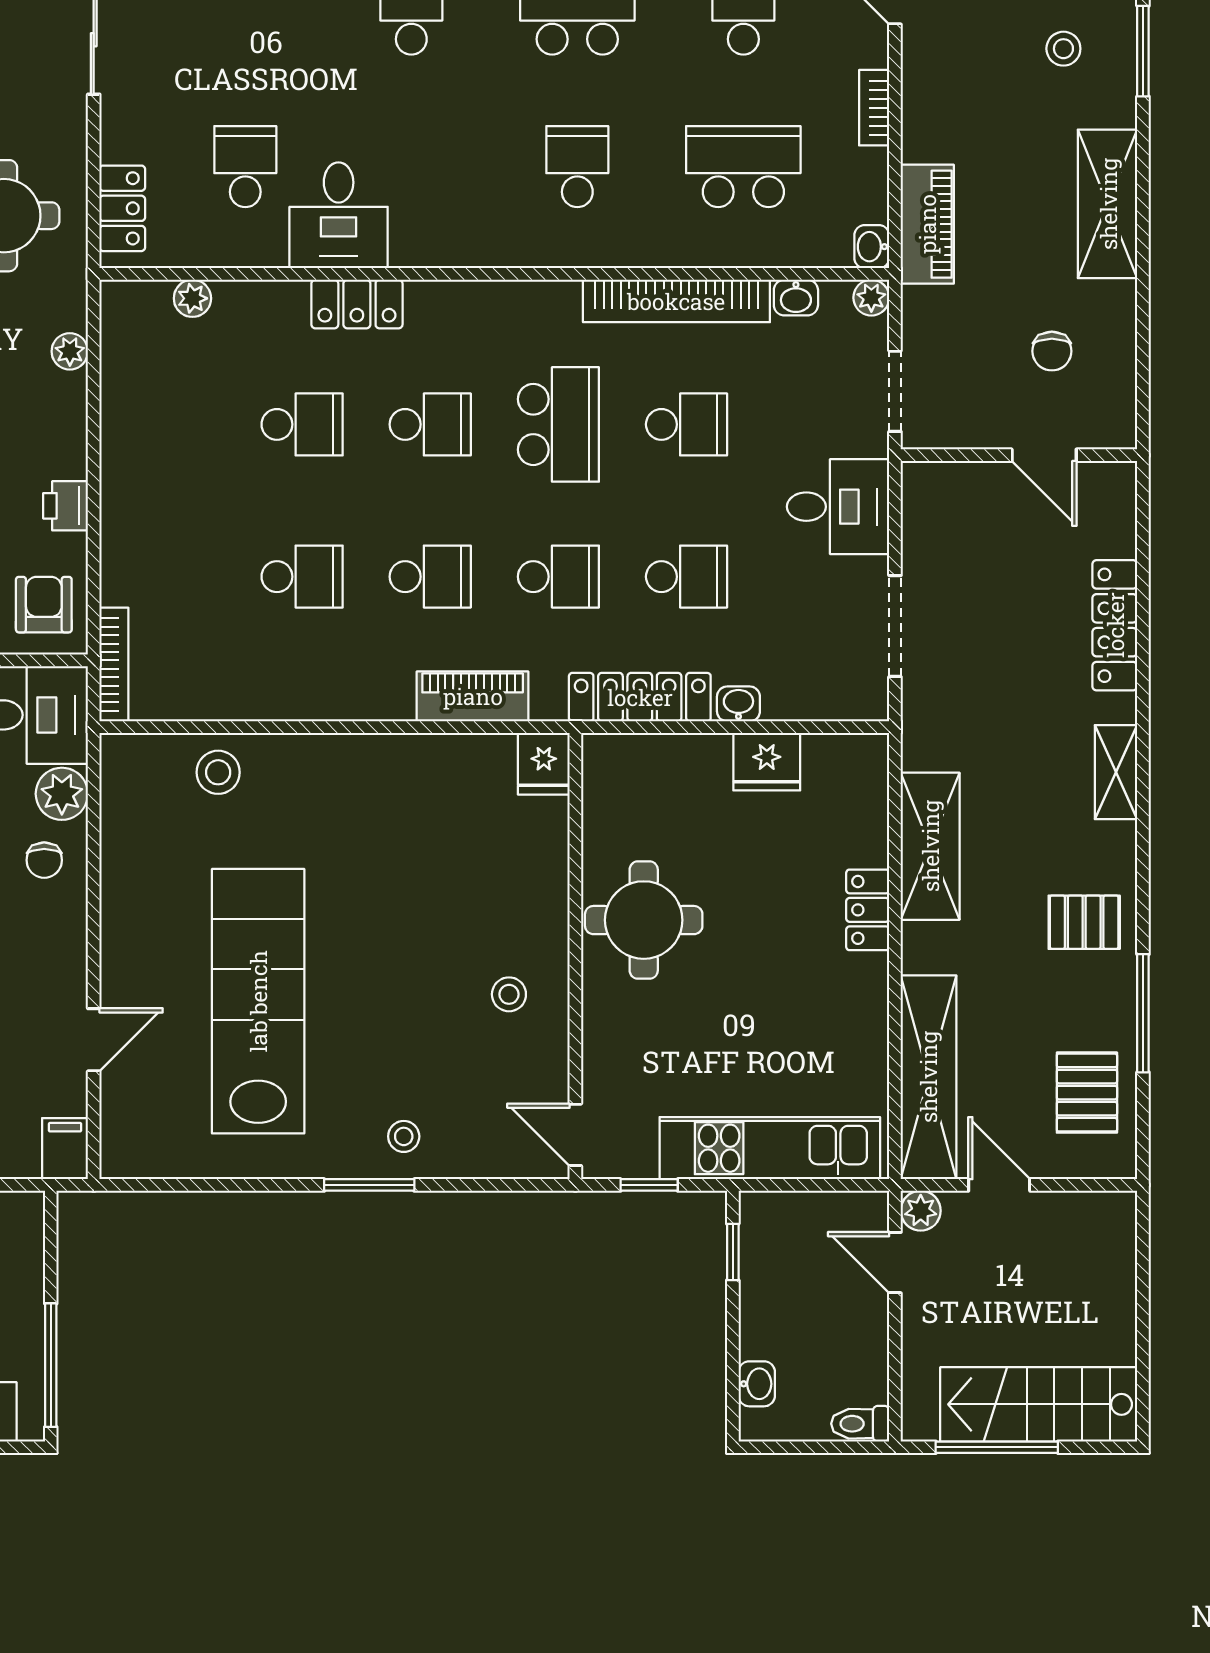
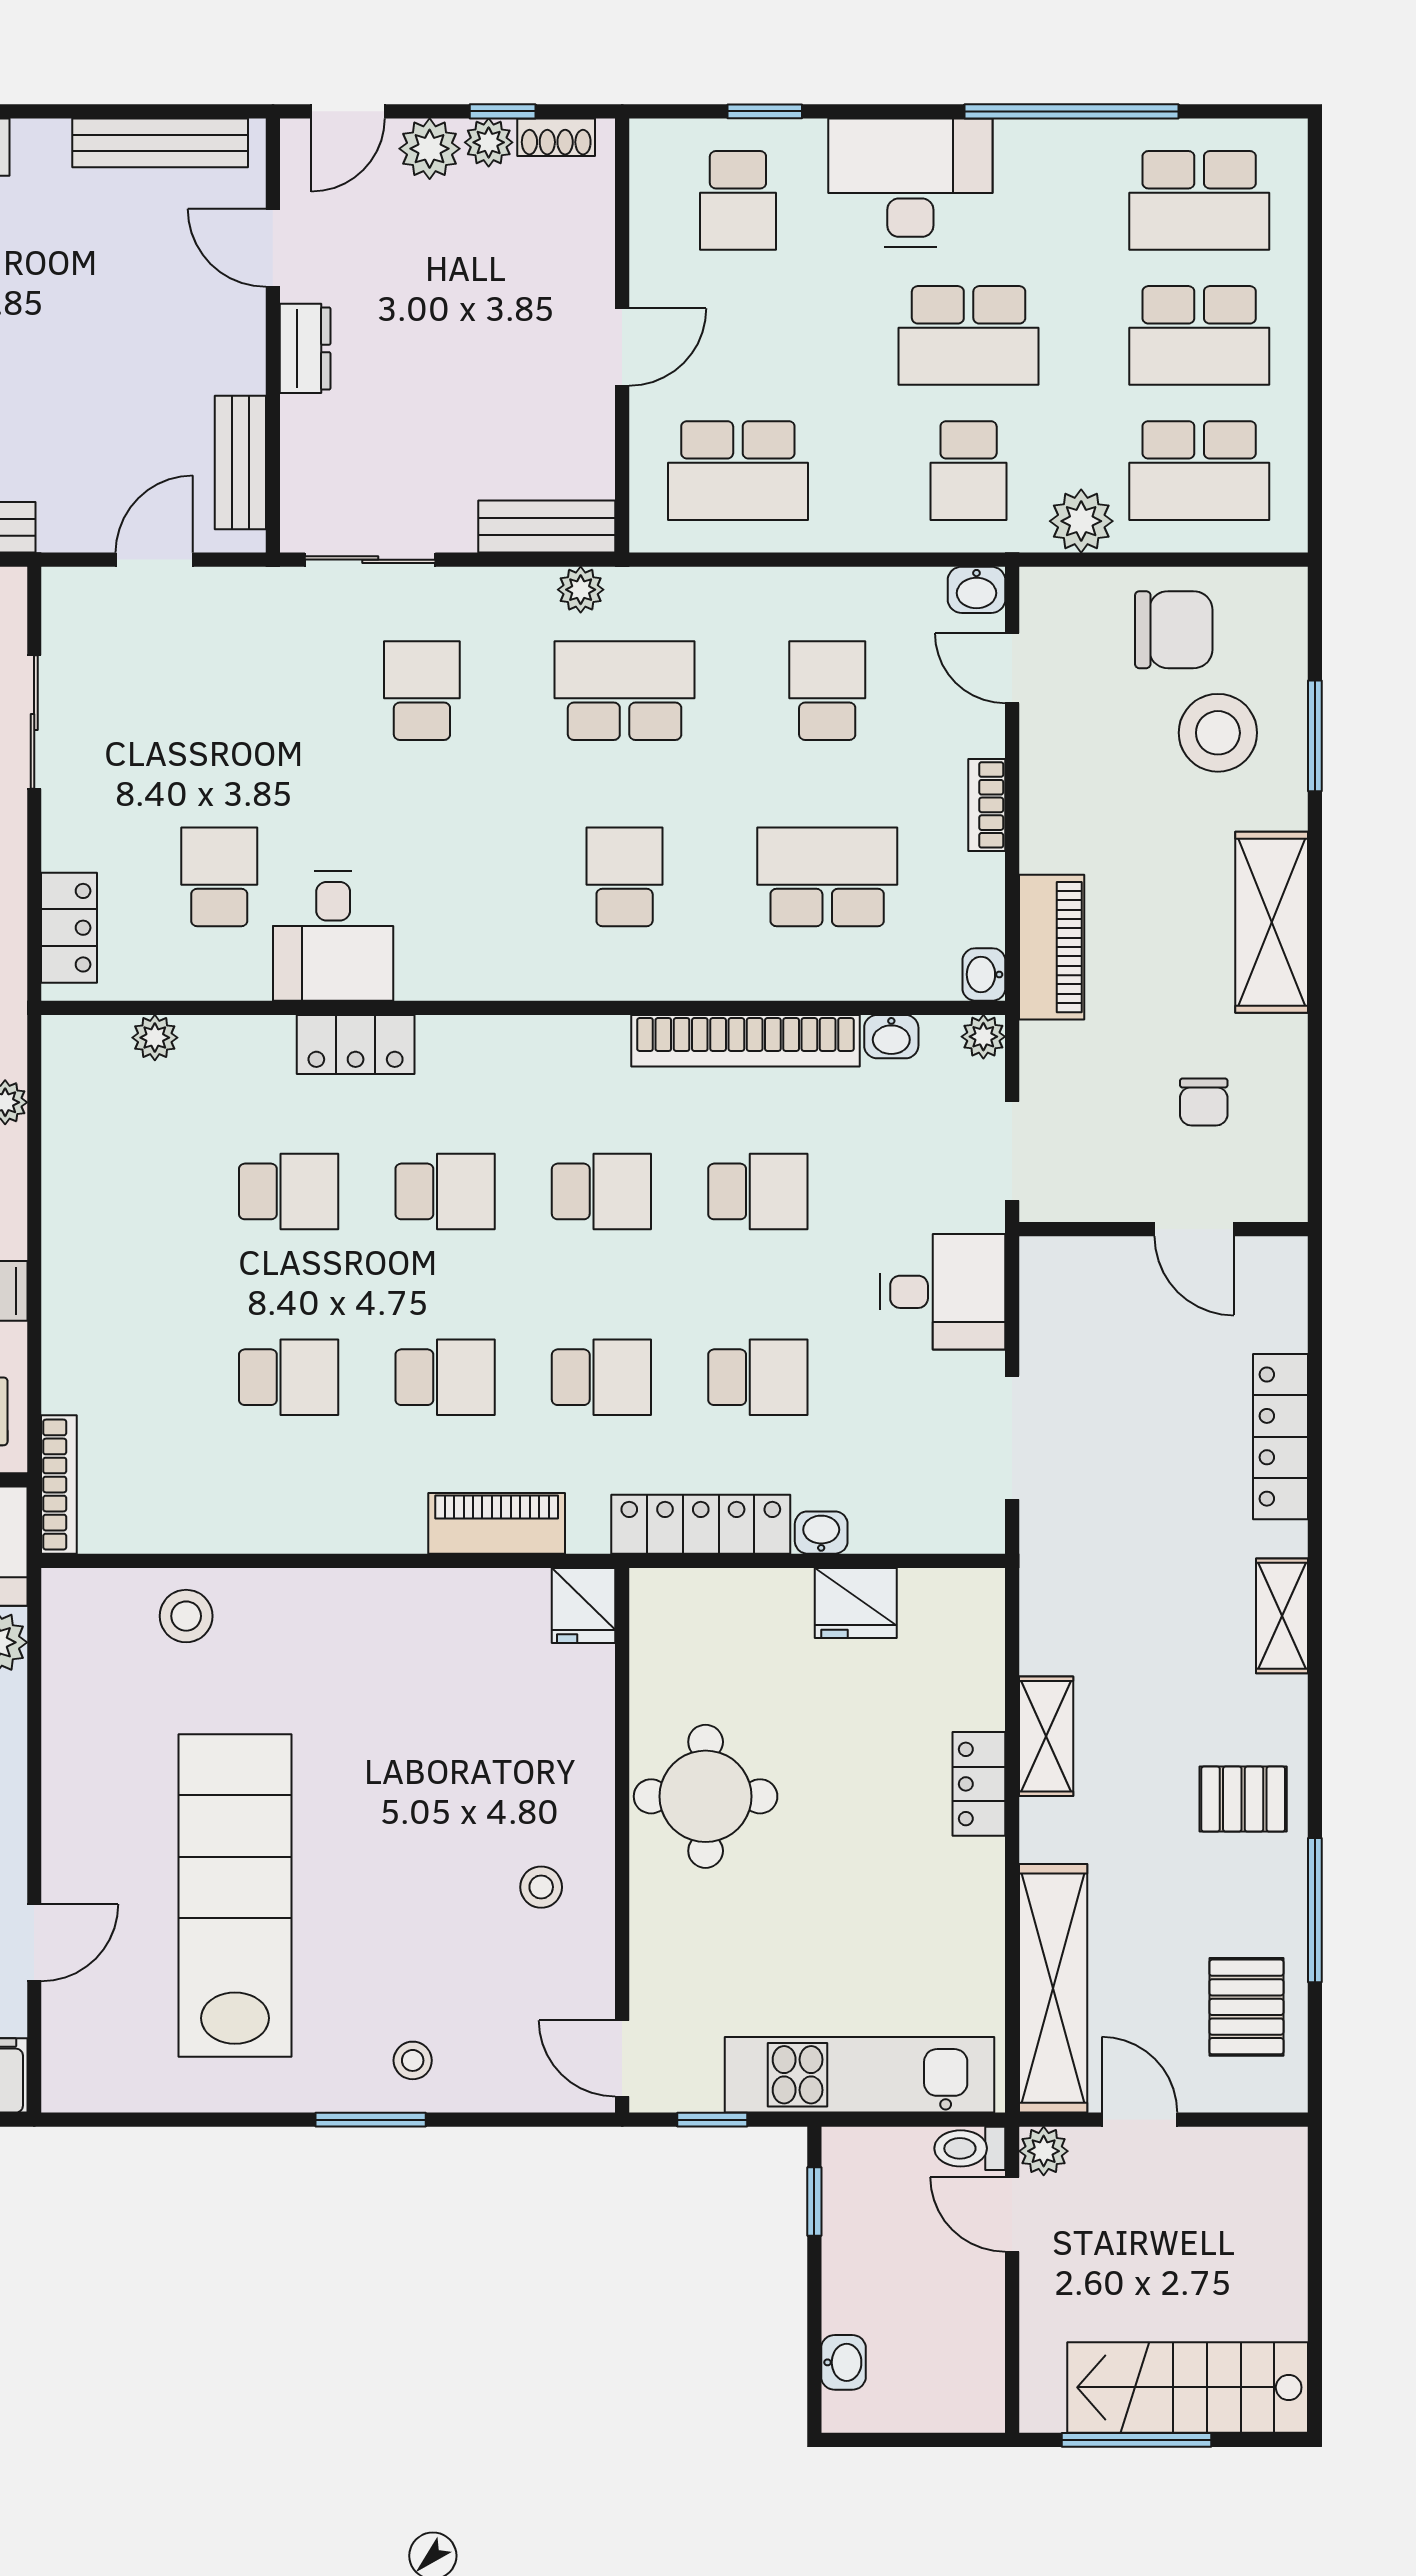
stool: (1063, 49) -> (1218, 733), width x1.89, depth x1.89
school desk: (558, 424) -> (601, 1191), width x0.54
shelving: (930, 846) -> (1046, 1736), width x0.67, depth x0.75
toilet: (860, 1424) -> (970, 2148), moved

